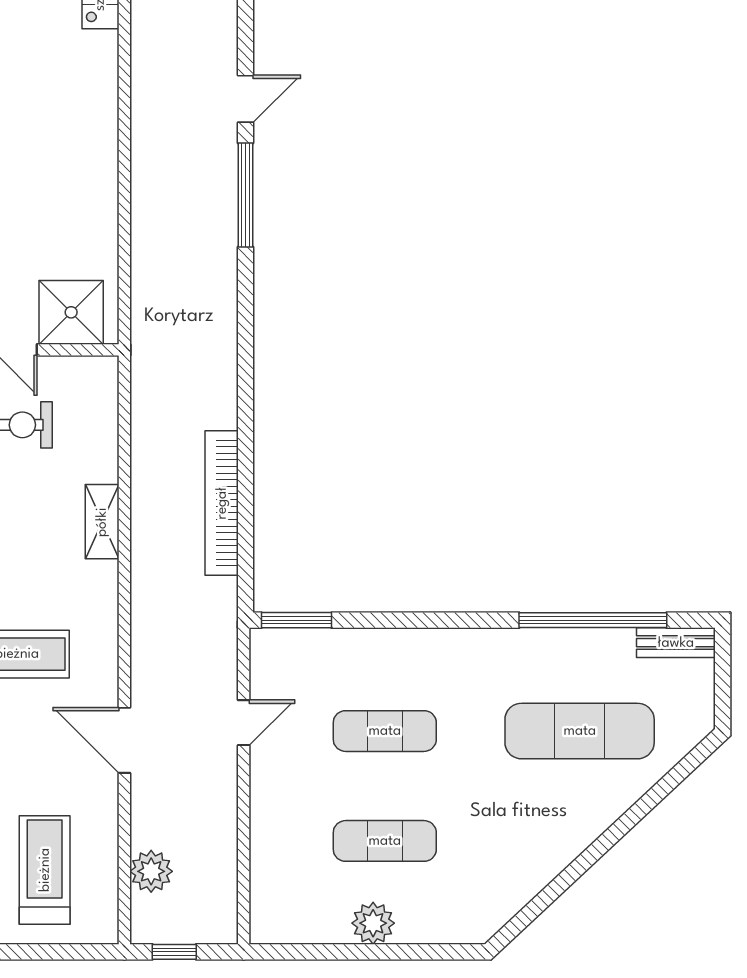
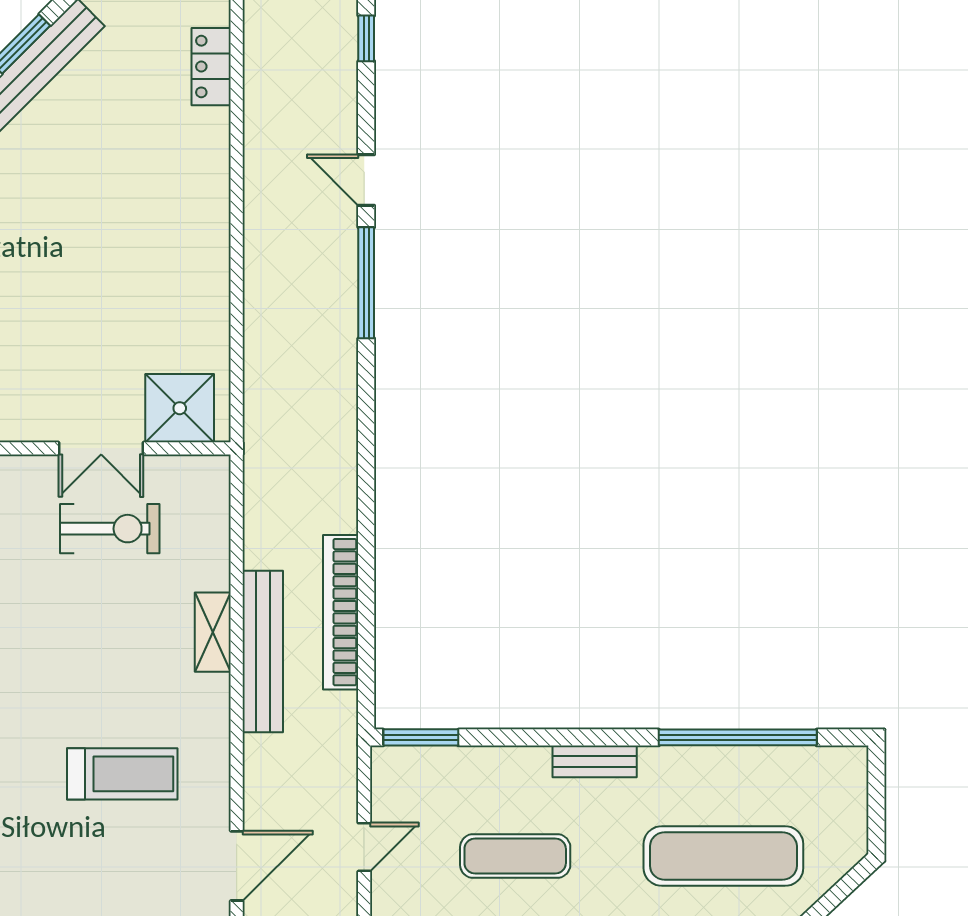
door: (246, 99) -> (366, 180), swing flipped
bench: (149, 540) -> (263, 652), added
bench: (676, 643) -> (595, 761), moved
door: (124, 740) -> (237, 866), swing flipped

